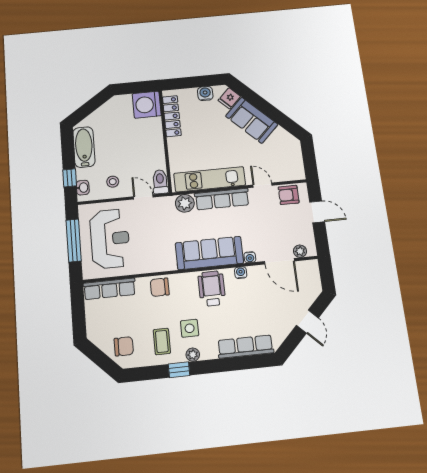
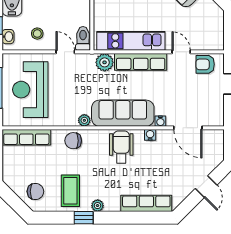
reception desk: (110, 239) -> (30, 90), turned 180
plant: (300, 251) -> (84, 120), moved
side table: (190, 328) -> (97, 182), removed
coffee table: (162, 341) -> (70, 191), width x1.36, depth x1.30

